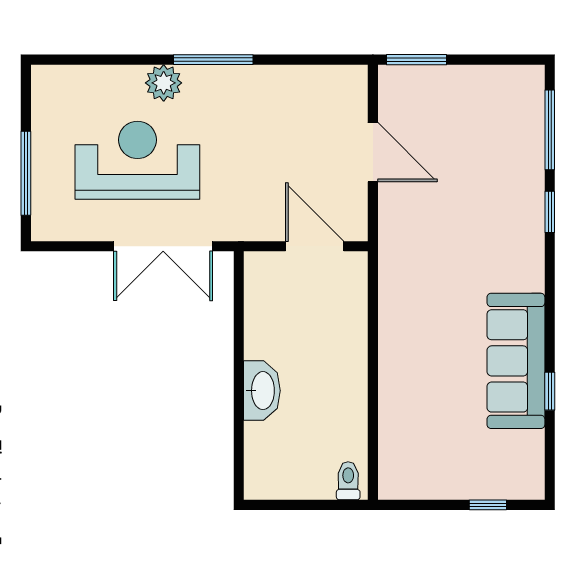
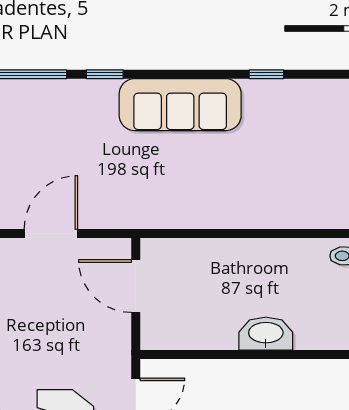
door: (315, 246) -> (136, 286), hinge flipped
sofa: (516, 361) -> (180, 105), moved

